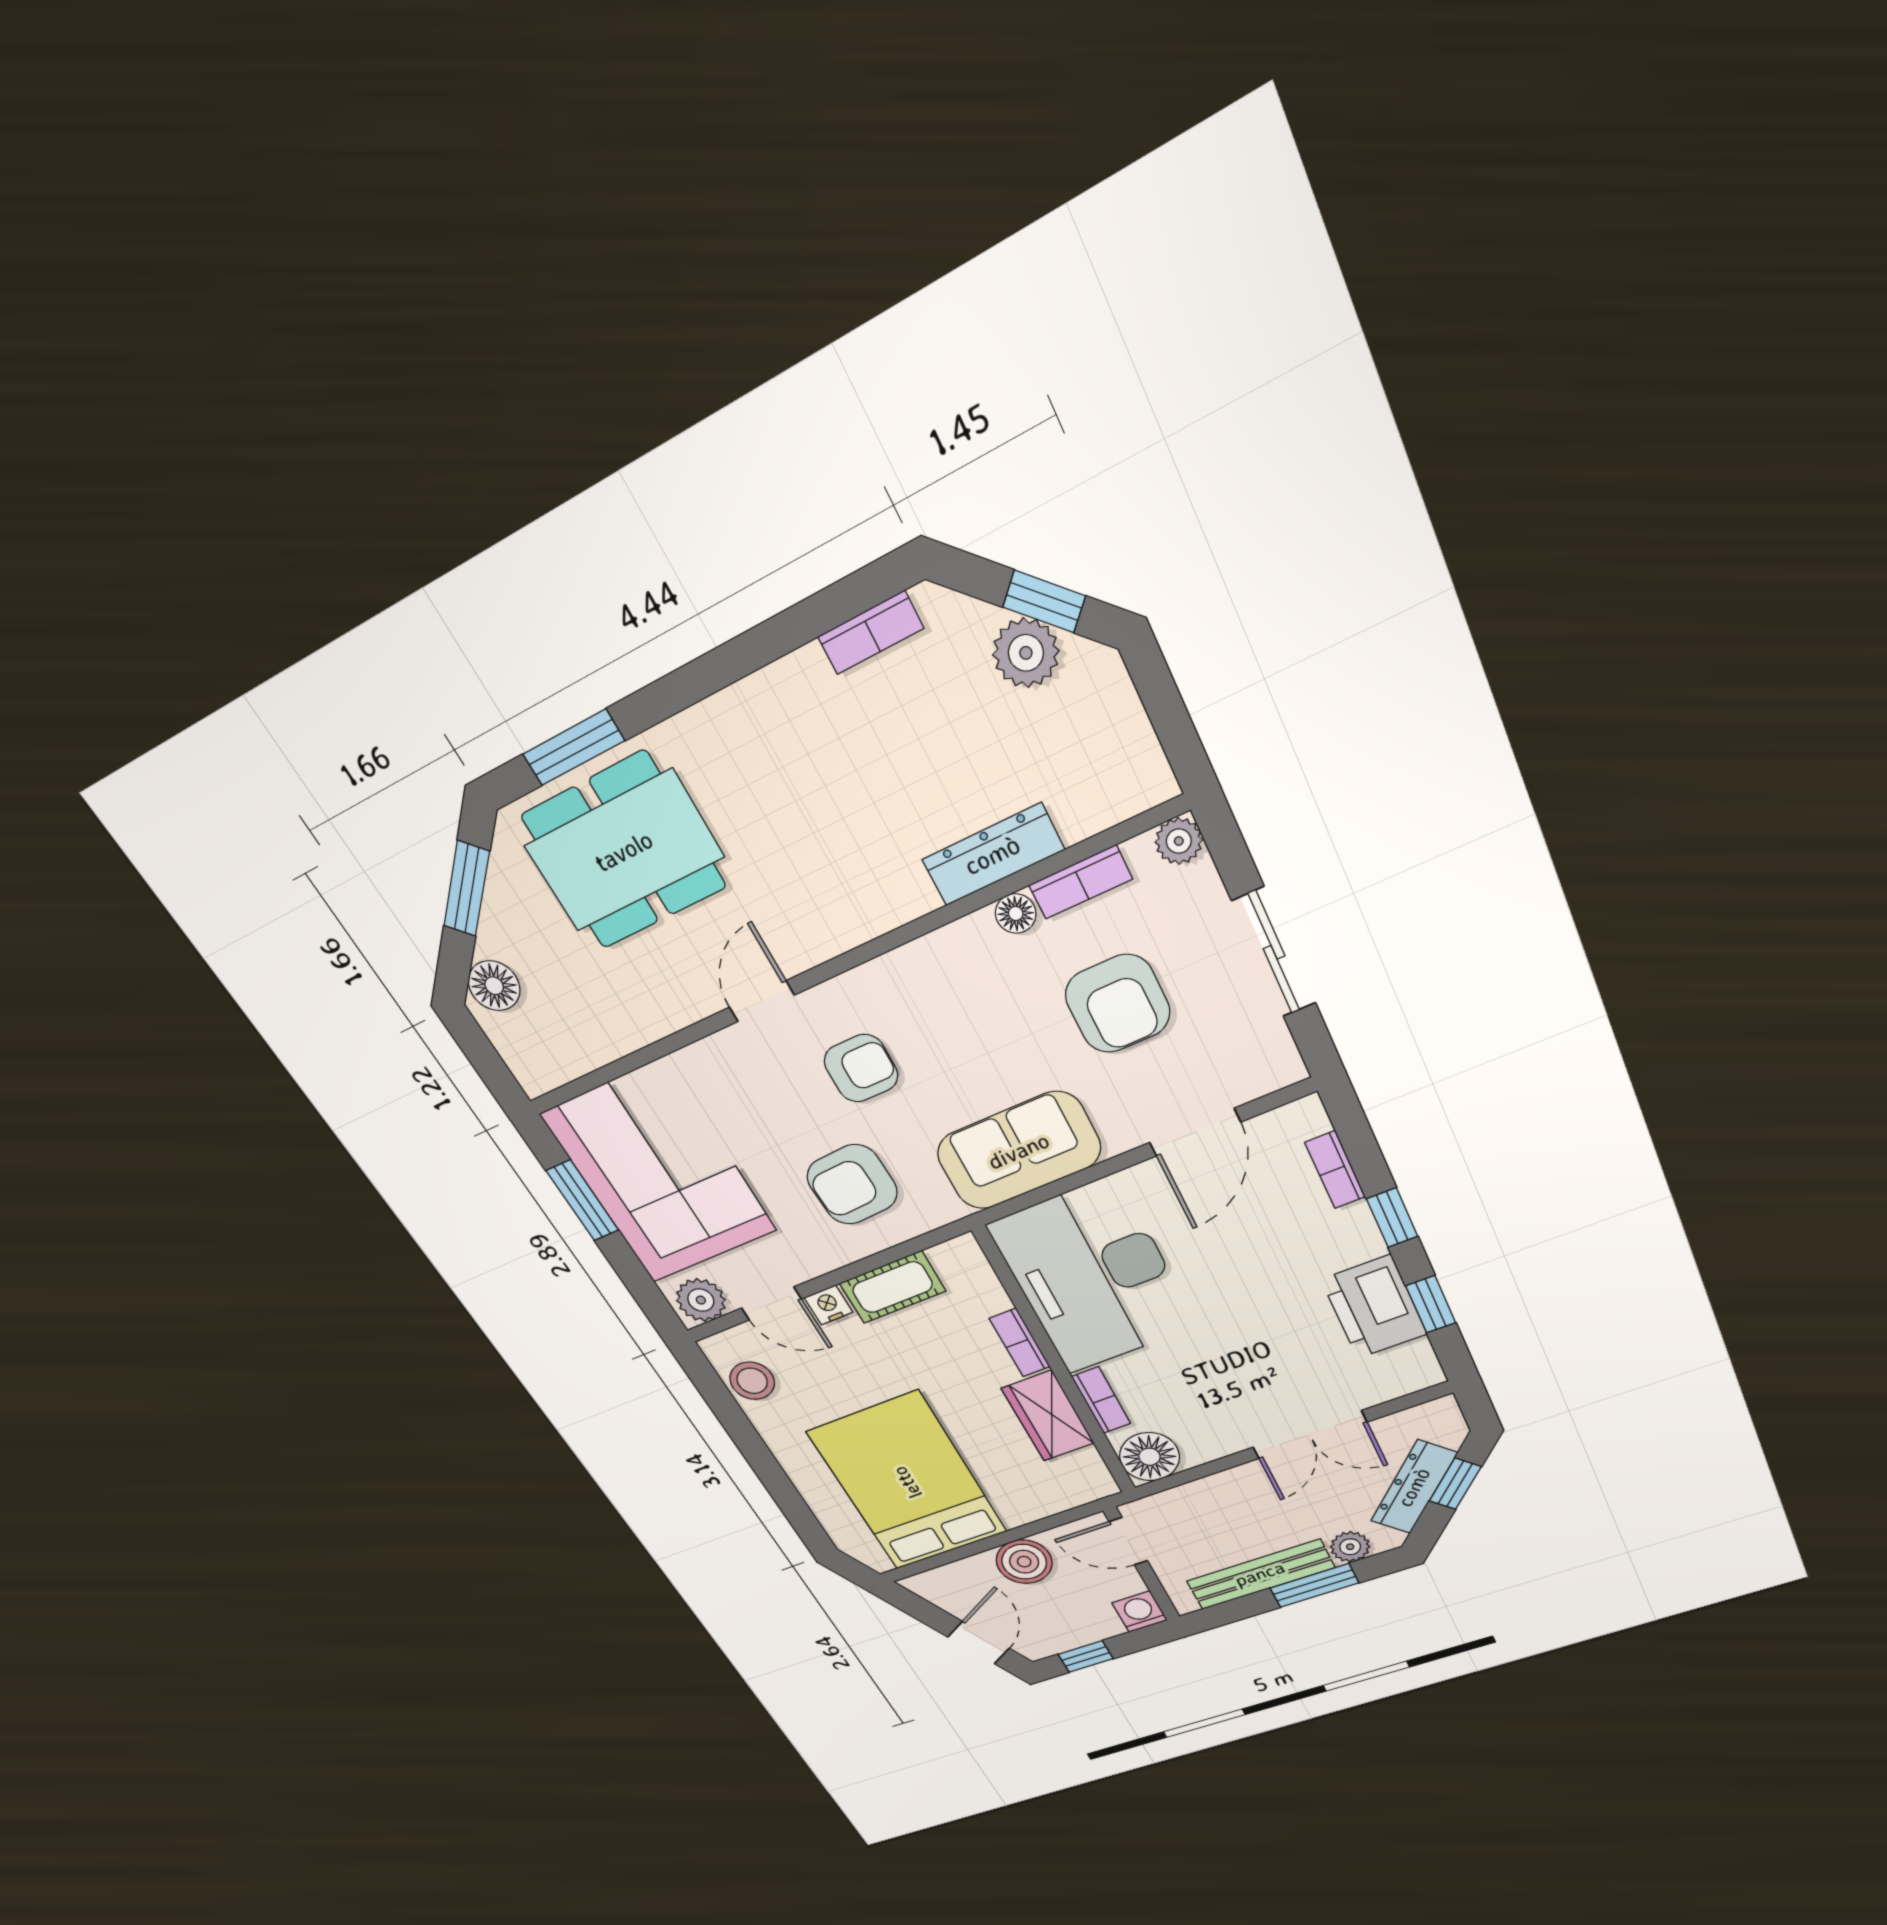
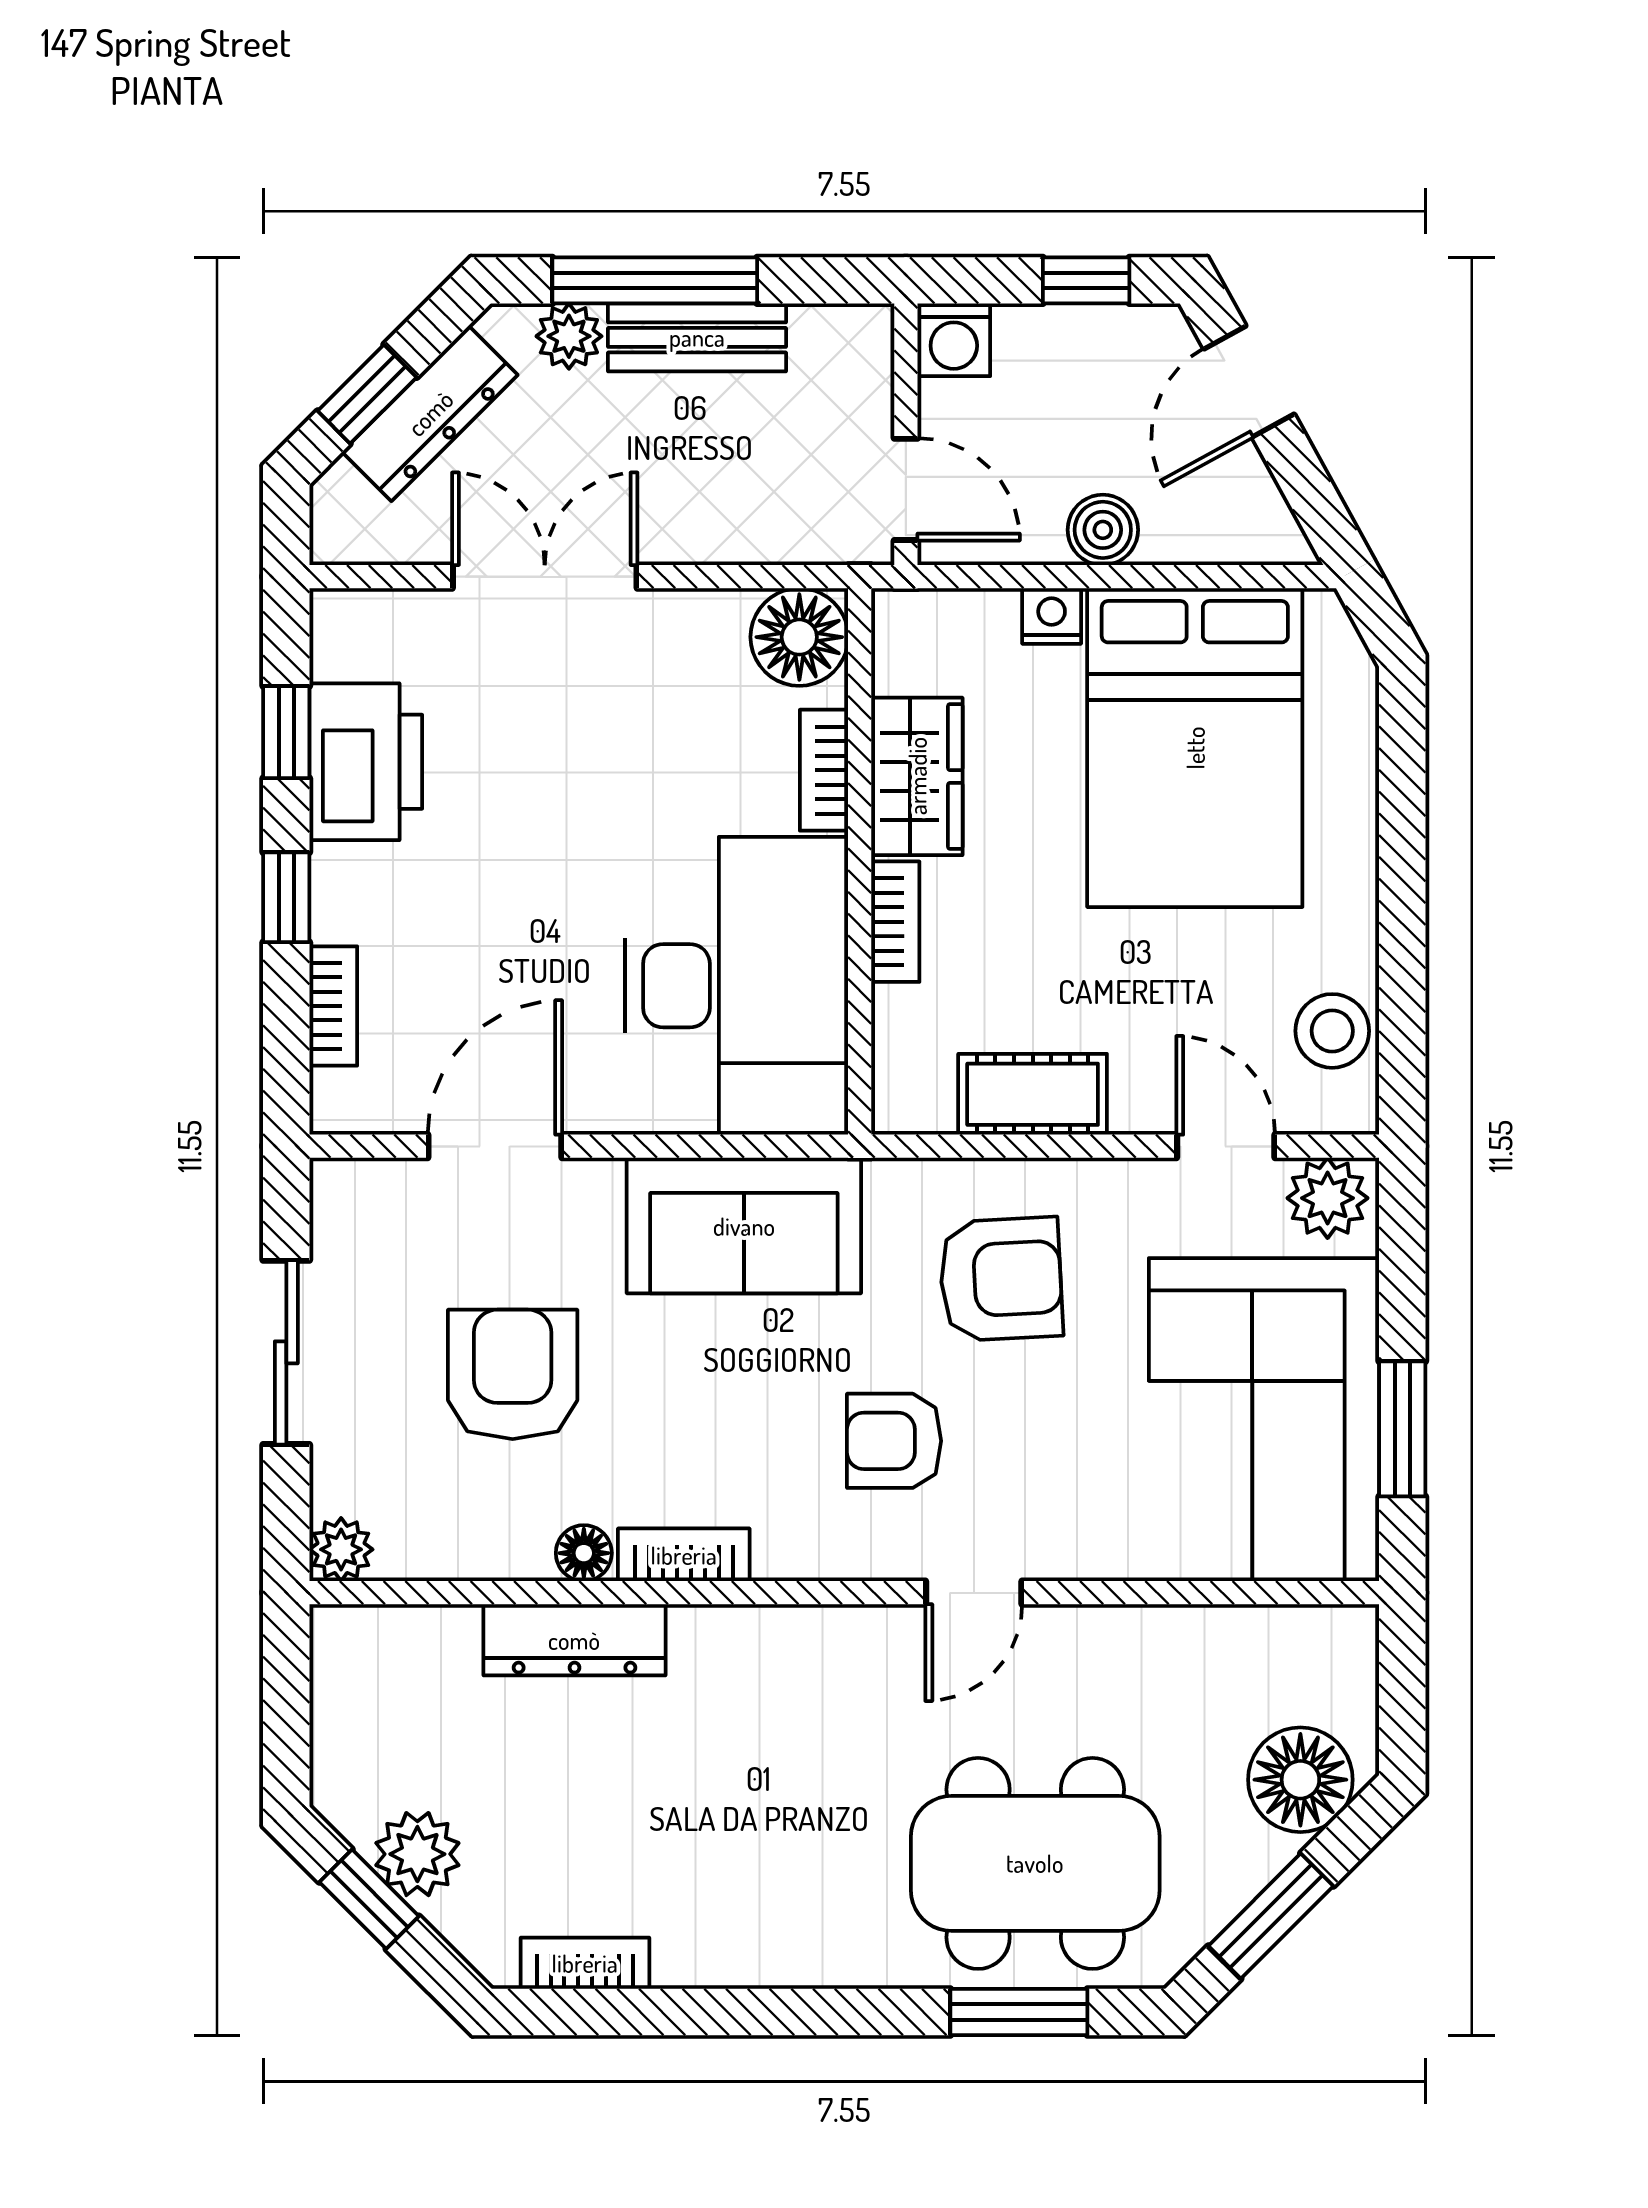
bookcase: (1081, 882) -> (684, 1555), moved
floor lamp: (494, 986) -> (1300, 1780), width x1.38, depth x1.38
nightstand: (828, 1305) -> (1052, 616), moved, turned 180
boiler: (1024, 1562) -> (1103, 530), width x0.73, depth x0.73
bench: (1260, 1574) -> (697, 337), width x0.73
window: (1314, 1585) -> (655, 280), width x1.44

